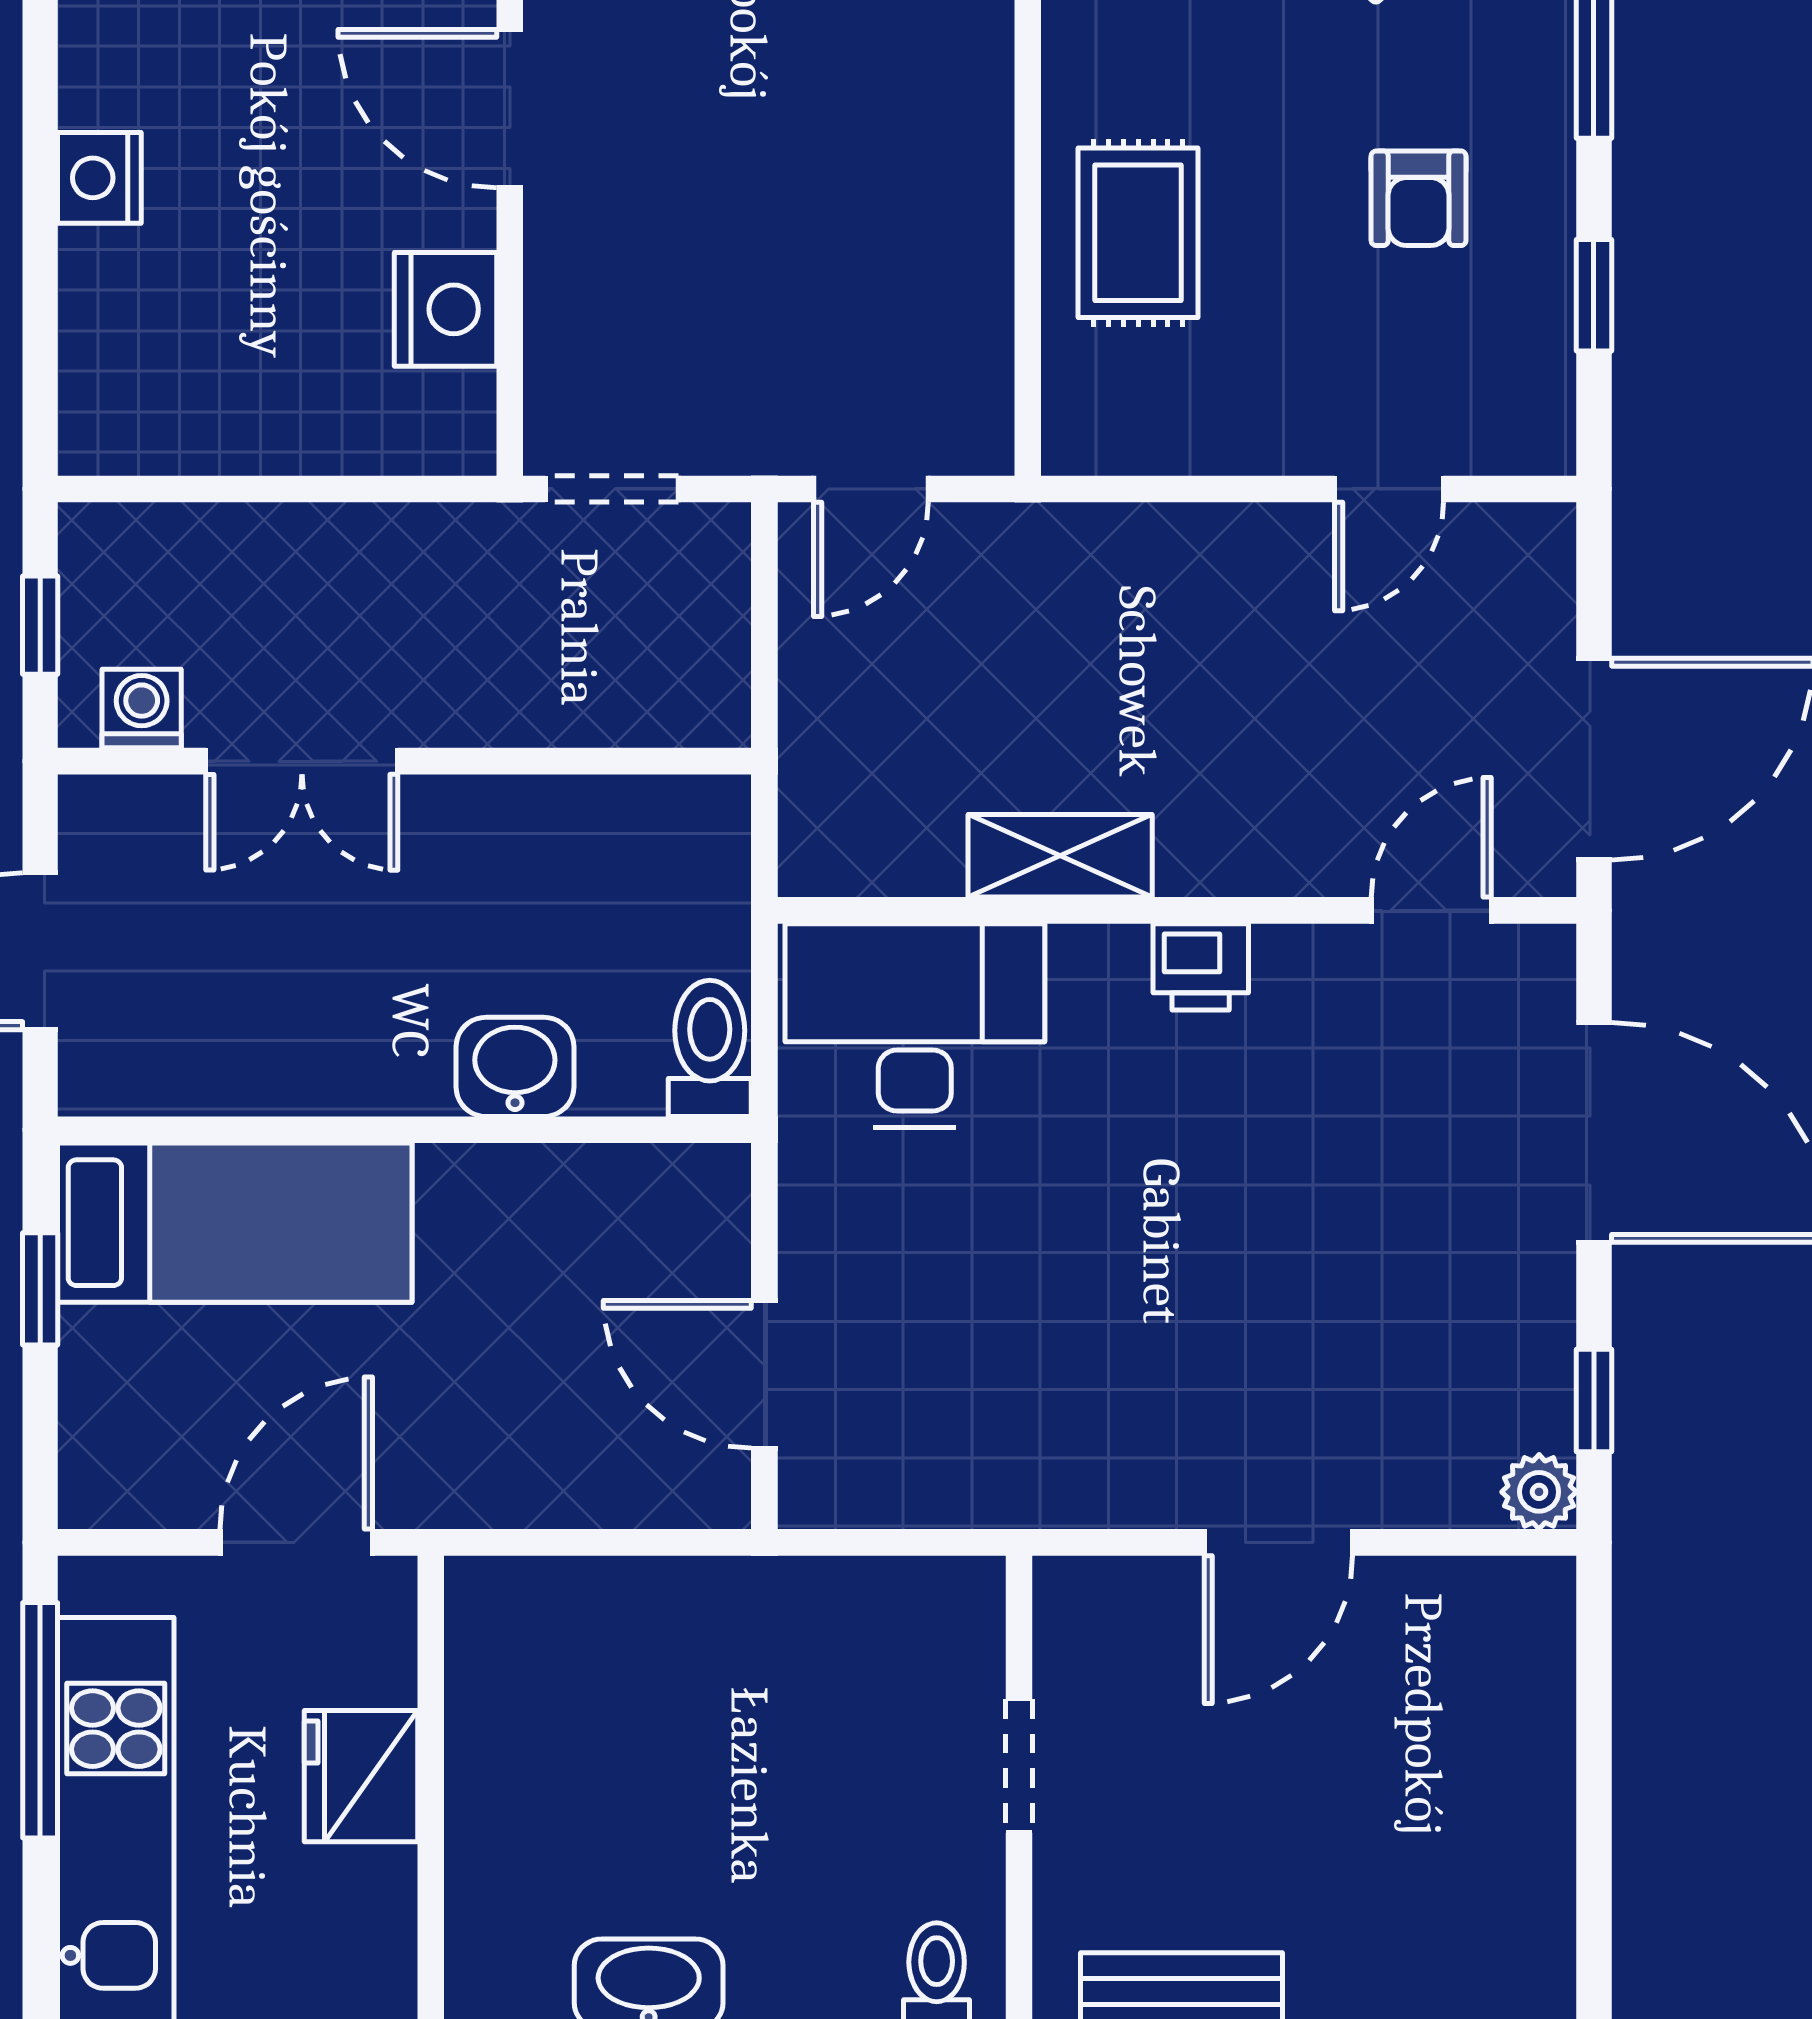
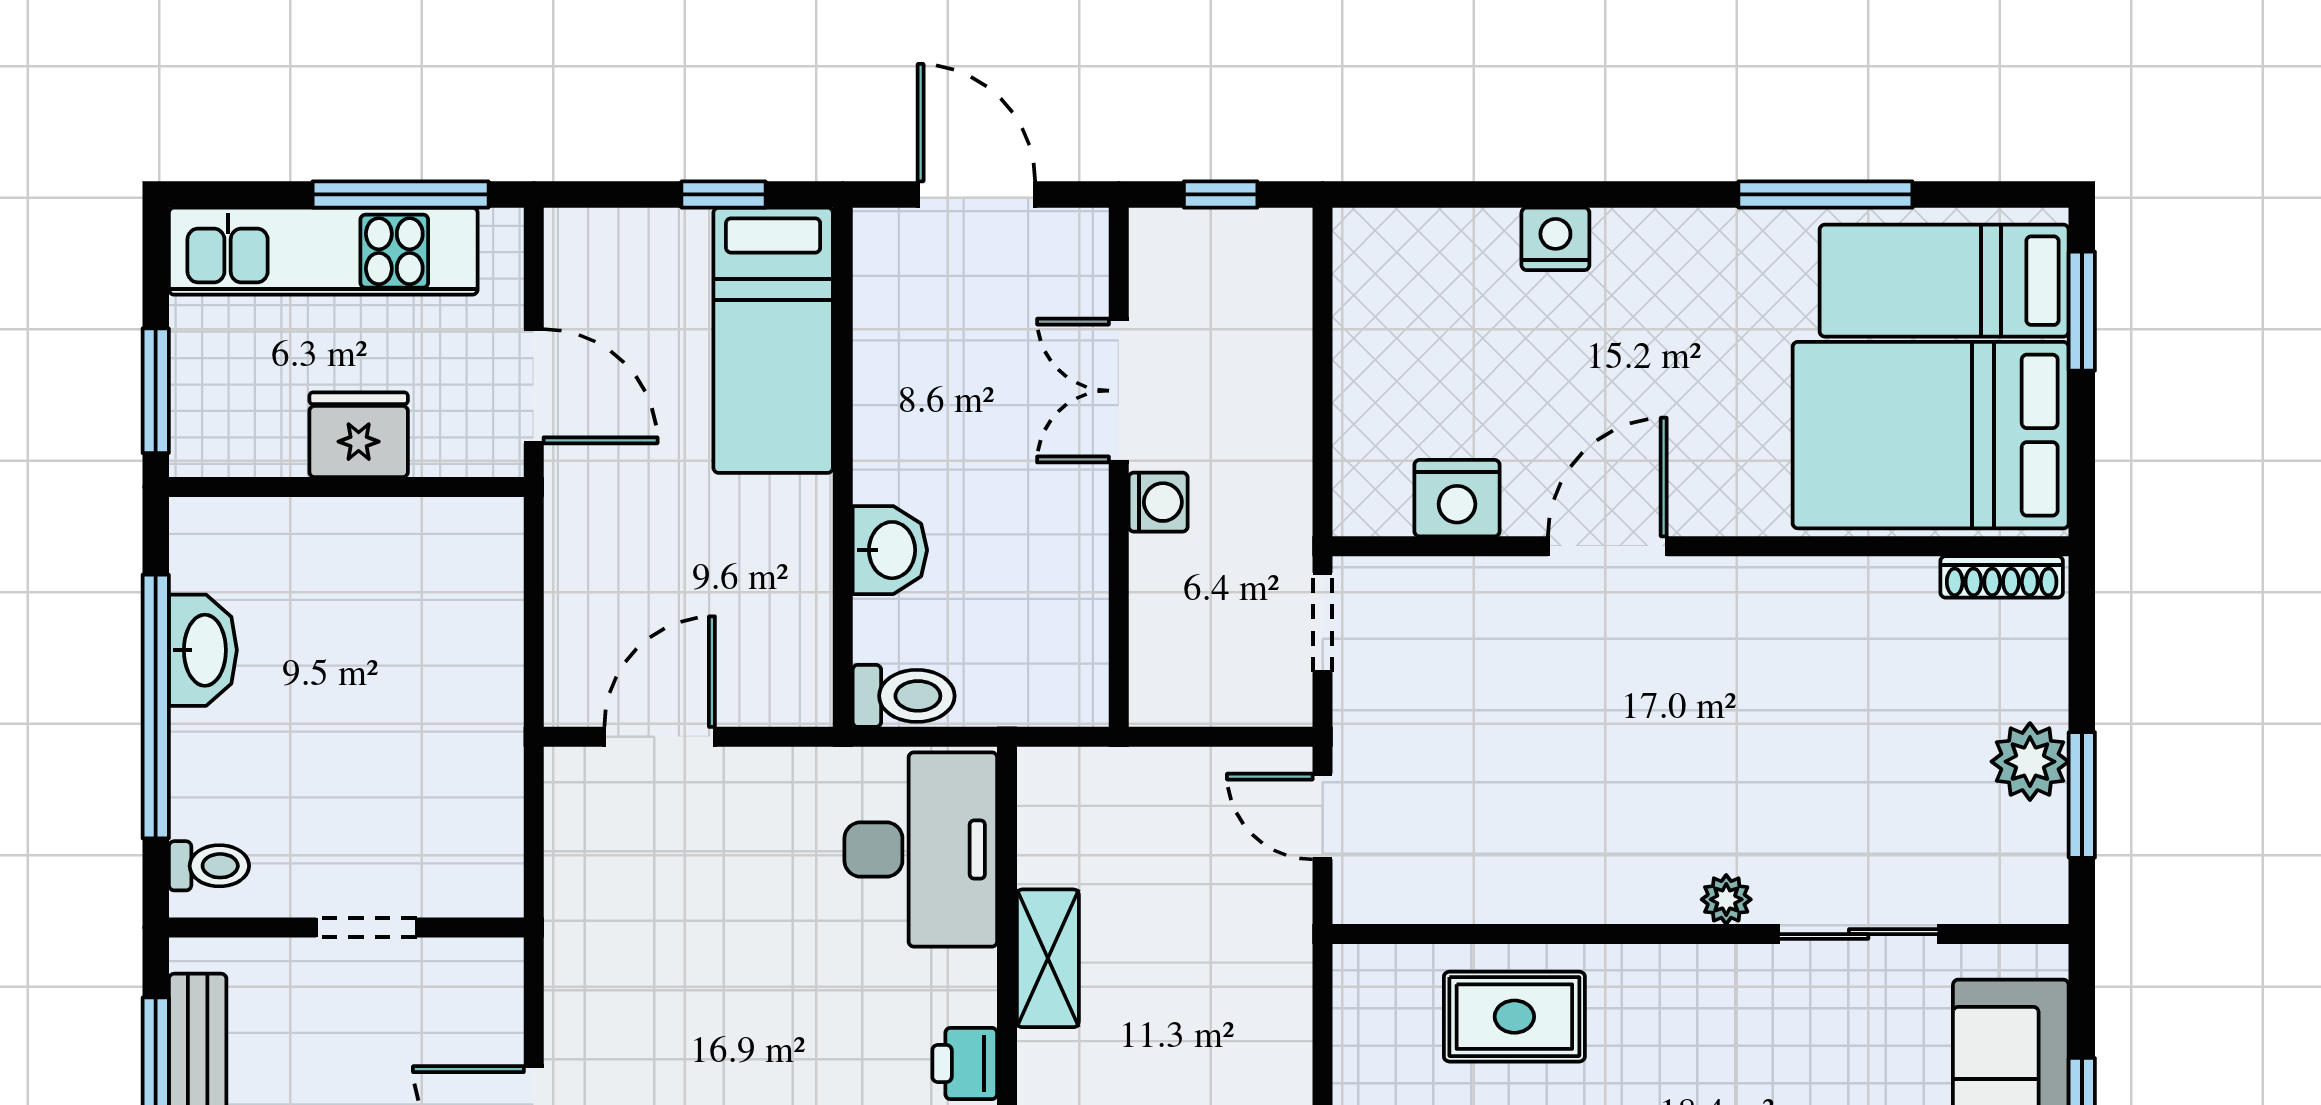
washing machine: (142, 708) -> (1158, 502), moved

